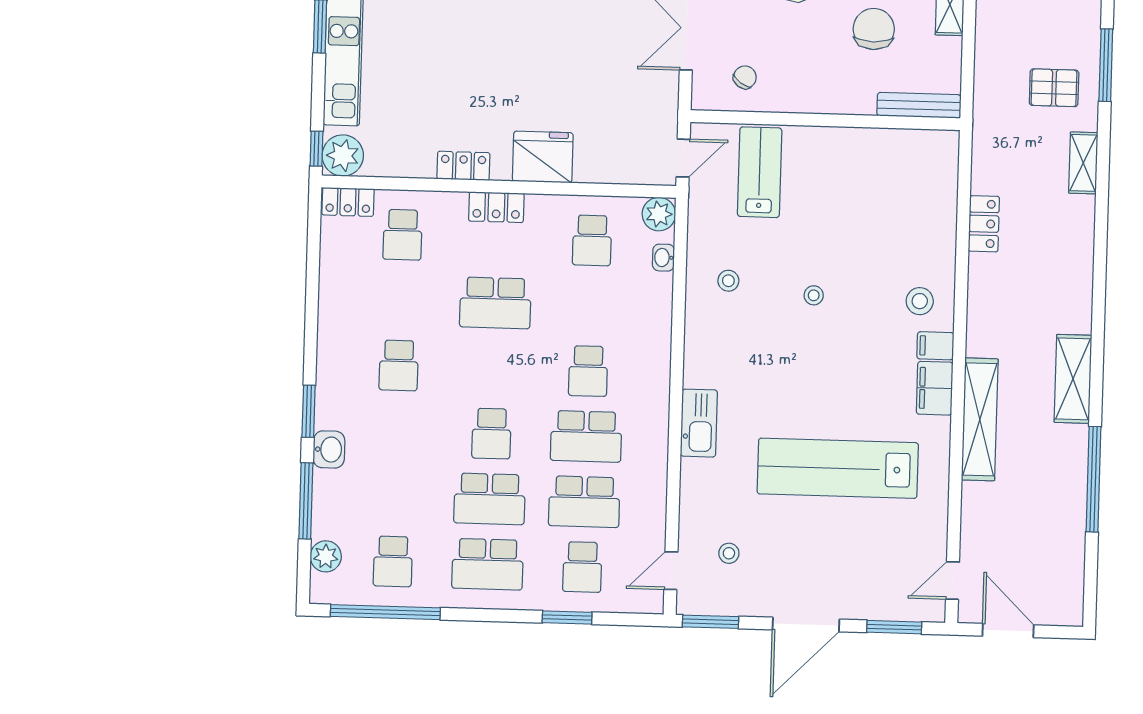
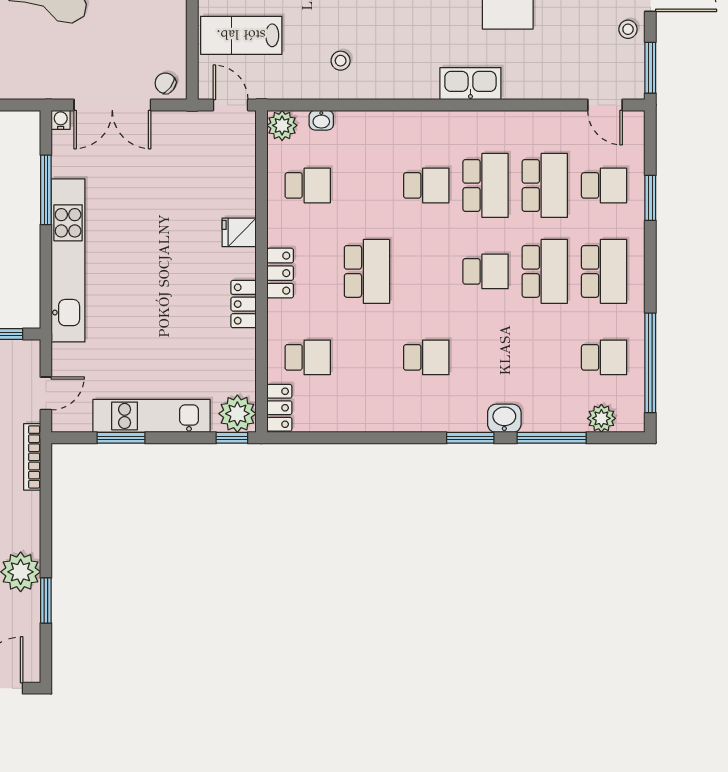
chair: (745, 77) -> (165, 83), moved
fridge: (543, 157) -> (239, 232), width x0.53, depth x0.75
stool: (729, 553) -> (628, 29), moved

